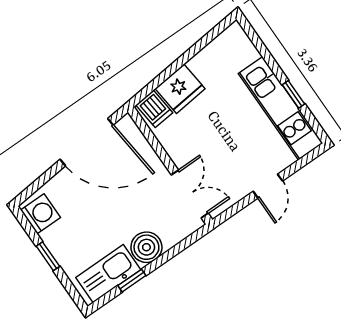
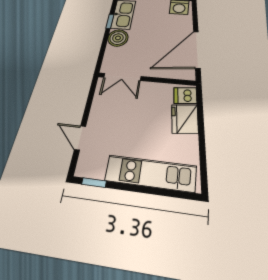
window: (293, 94) -> (94, 183), moved
kitchen unit: (281, 108) -> (151, 173), moved
door: (268, 186) -> (80, 138), moved

